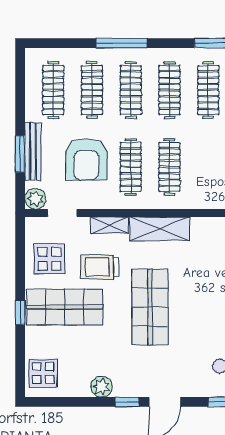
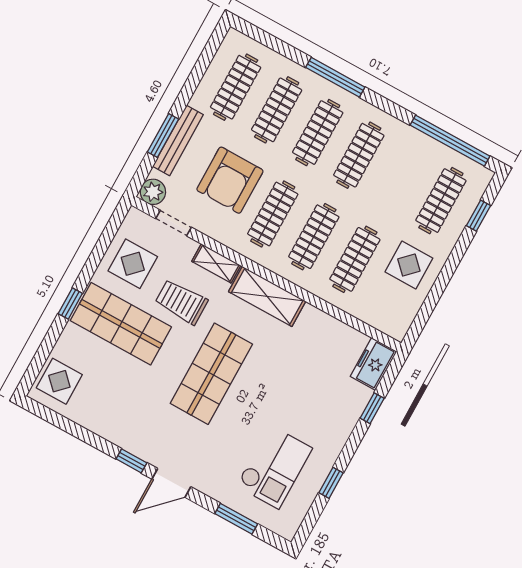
clothes rail: (208, 90) -> (355, 259), moved
plant: (102, 387) -> (113, 430), removed

